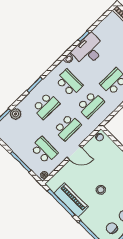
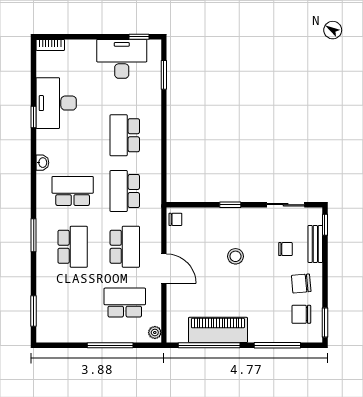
desk: (89, 50) -> (56, 103), moved
school desk: (91, 104) -> (125, 191), turned 180
plant: (16, 114) -> (46, 294), removed
door: (74, 153) -> (164, 269), hinge flipped
stool: (101, 190) -> (235, 256), moved

